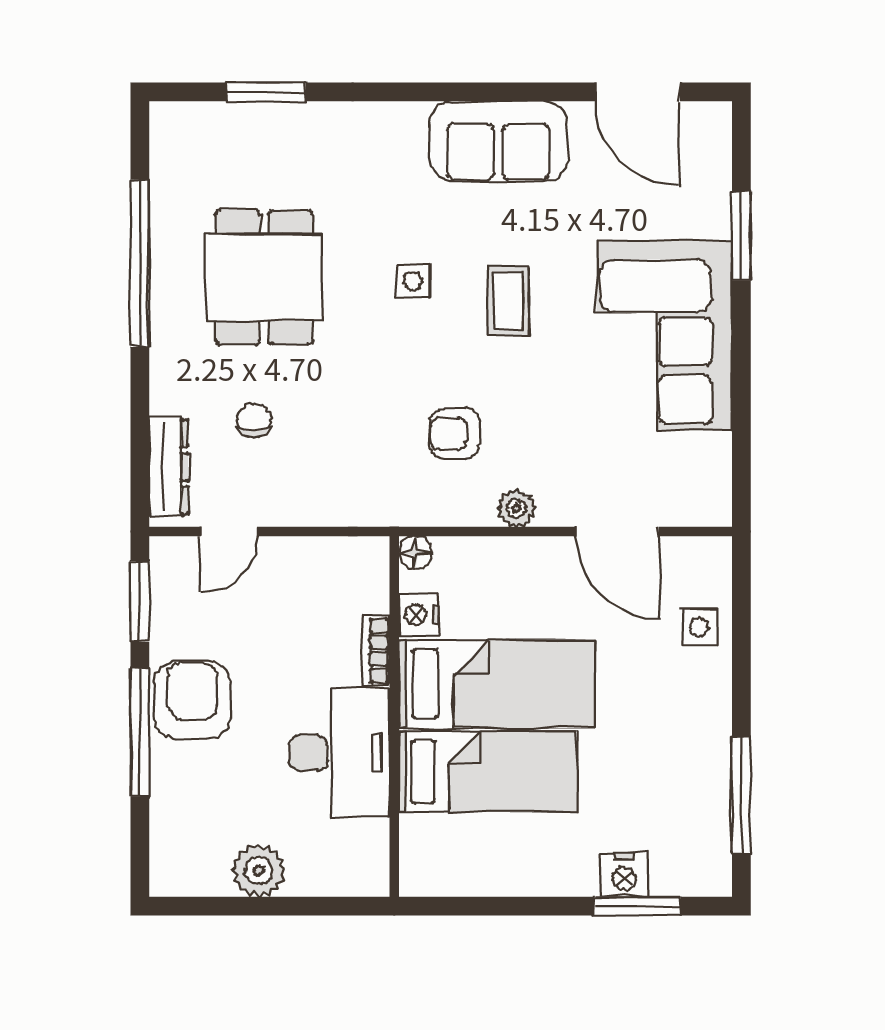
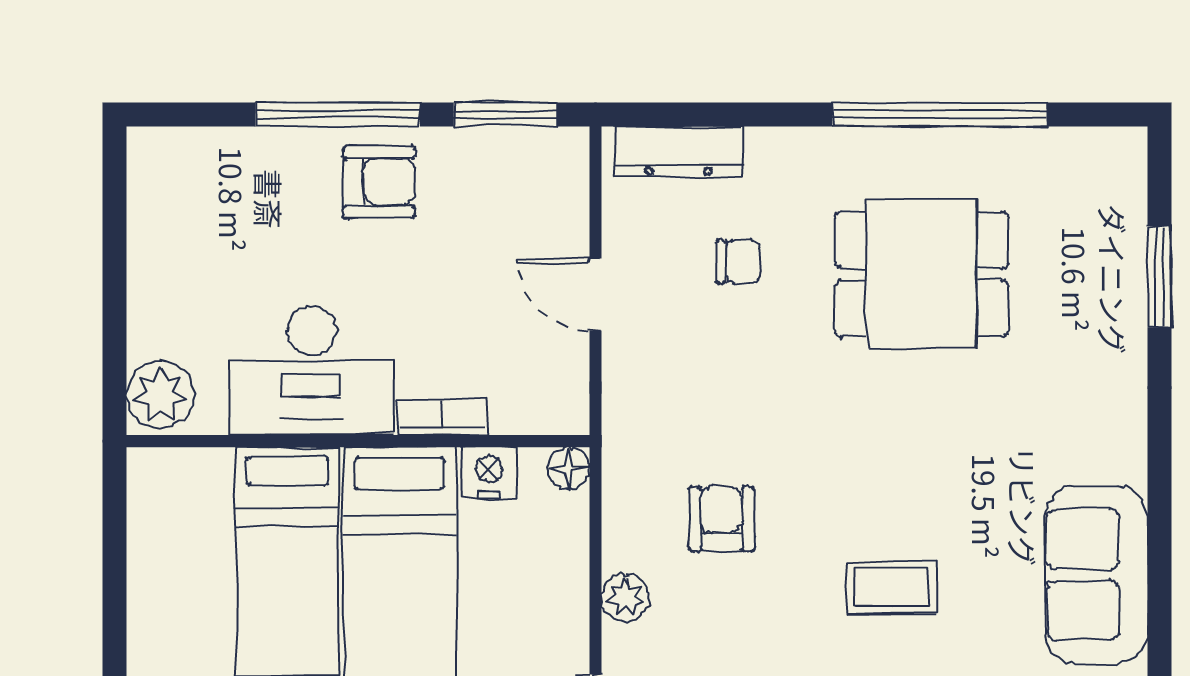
side table: (413, 281) -> (917, 465), removed
door: (229, 531) -> (595, 295), moved
armchair: (192, 700) -> (379, 182), width x0.72, depth x0.72
plant: (259, 871) -> (160, 395), moved

